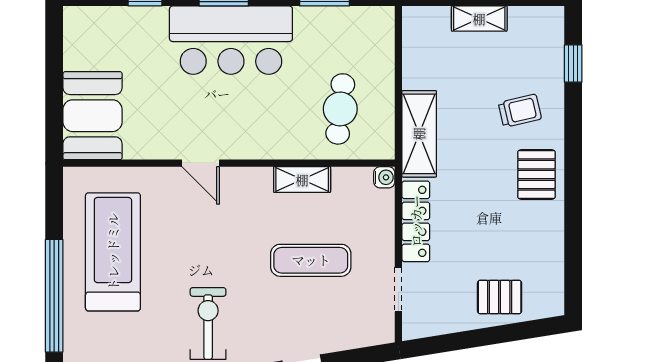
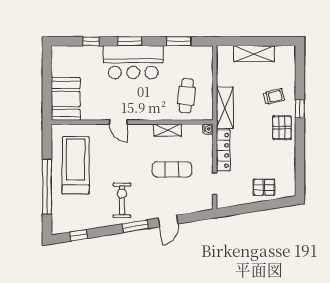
shelving: (479, 19) -> (254, 54), width x1.50, depth x1.33
window: (573, 64) -> (300, 109), moved

